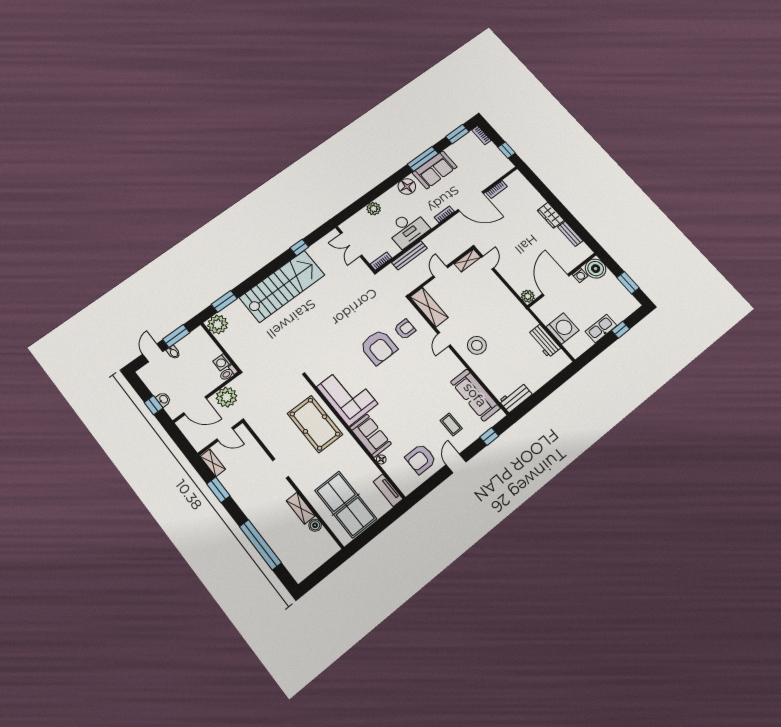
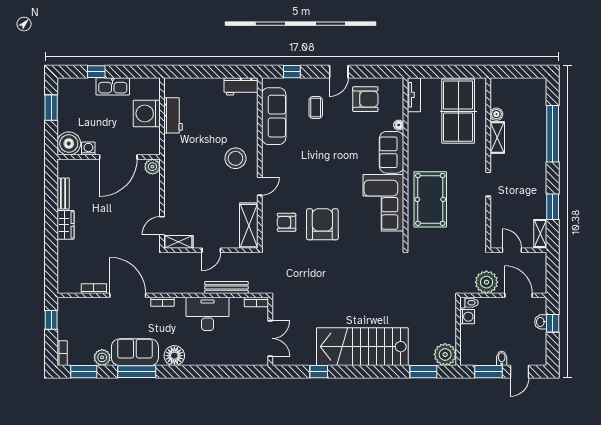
plant: (374, 209) -> (102, 357), moved

